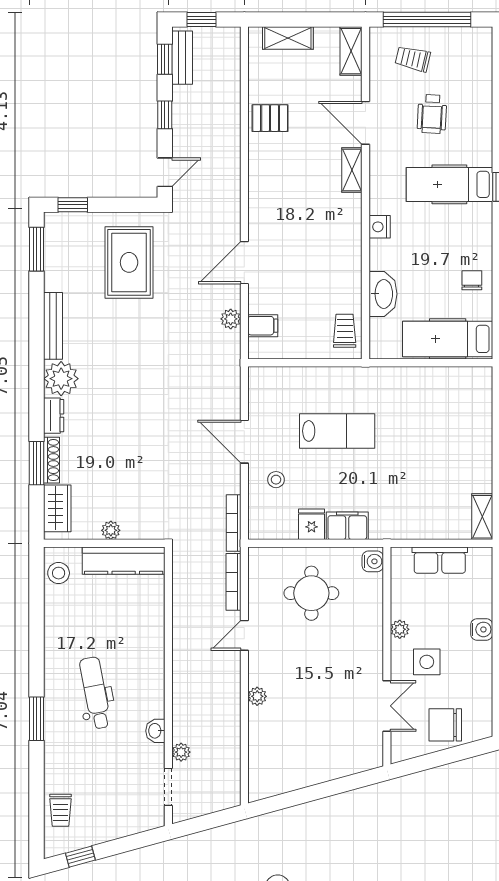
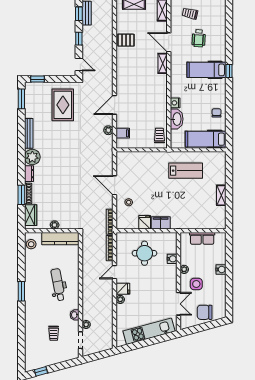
door: (165, 172) -> (79, 64), hinge flipped
nightstand: (380, 227) -> (175, 103), moved
lab bench: (337, 431) -> (186, 171), moved
shelving: (482, 517) -> (221, 195), moved
water cooler: (373, 561) -> (172, 259), moved
fridge: (263, 672) -> (123, 289), added
dental chair: (95, 693) -> (58, 285), moved
window: (37, 719) -> (21, 291), moved
kitchen unit: (321, 767) -> (149, 331), added
trolley: (61, 810) -> (54, 333), moved

